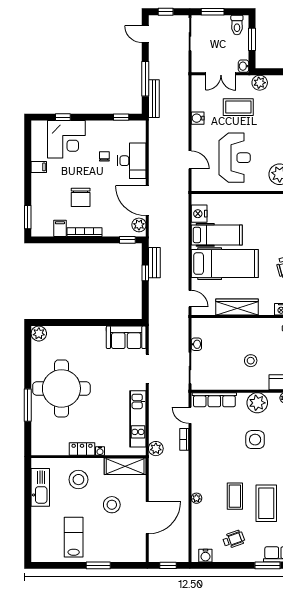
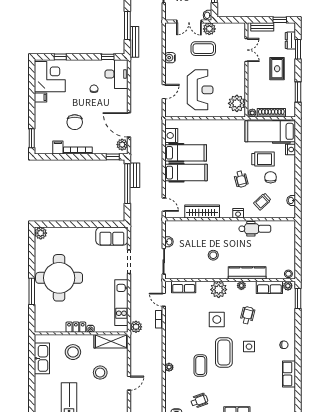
plant: (260, 83) -> (209, 29), moved
corner desk: (66, 139) -> (50, 77), moved, turned -90
door: (190, 160) -> (164, 92), hinge flipped
desk: (132, 161) -> (117, 74), moved
hospital bed: (225, 264) -> (186, 173), width x0.73, depth x0.78
window: (145, 273) -> (127, 184), width x3.17
row of seats: (214, 400) -> (184, 287), width x0.68
coffee table: (266, 503) -> (224, 352), moved
door: (147, 518) -> (129, 383), width x0.53

